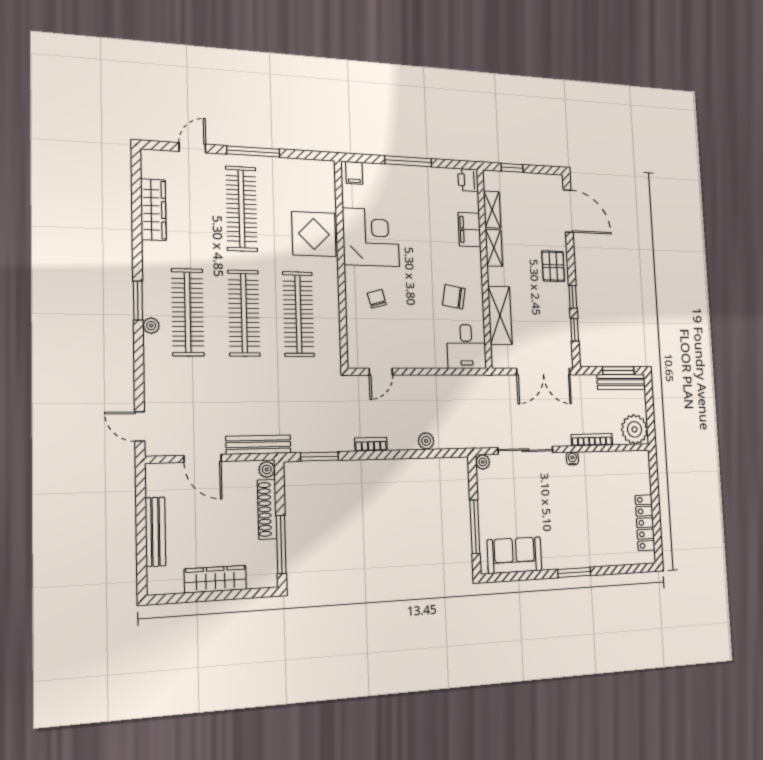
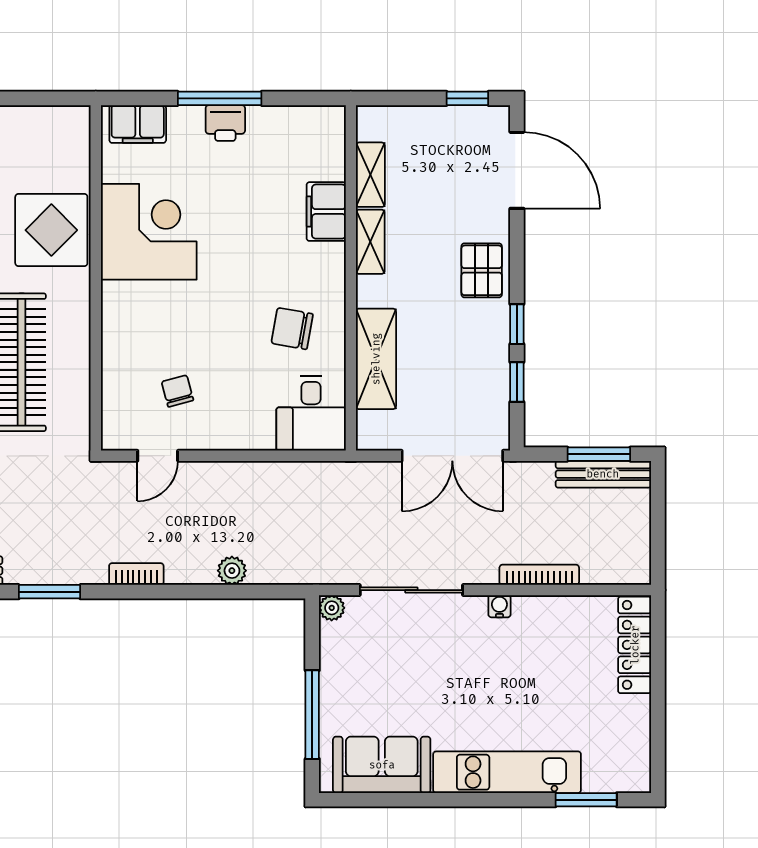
window: (512, 168) -> (467, 98), moved
filing cabinet: (354, 173) -> (138, 124), width x2.00
printer: (468, 180) -> (225, 123), moved, turned -90
chair: (377, 299) -> (177, 391), moved
plant: (634, 429) -> (625, 558), removed
locker: (645, 523) -> (635, 645), moved
kitchen unit: (582, 556) -> (507, 772), added
window: (574, 572) -> (586, 800), moved

